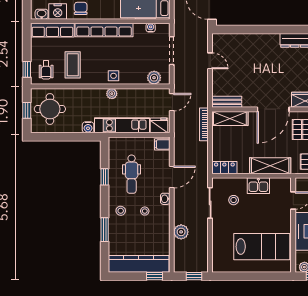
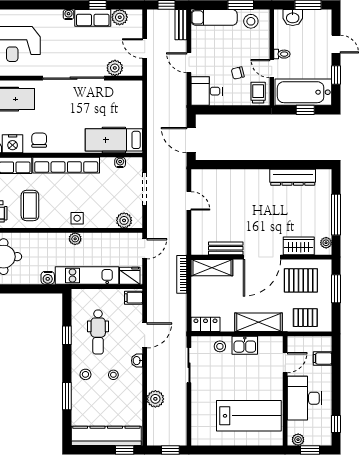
bench: (227, 102) -> (226, 248), moved
stool: (234, 200) -> (220, 346), moved

